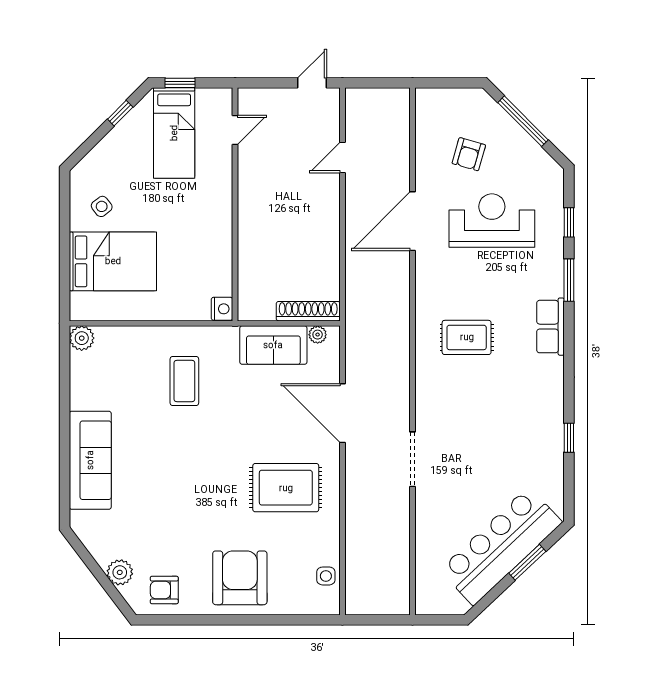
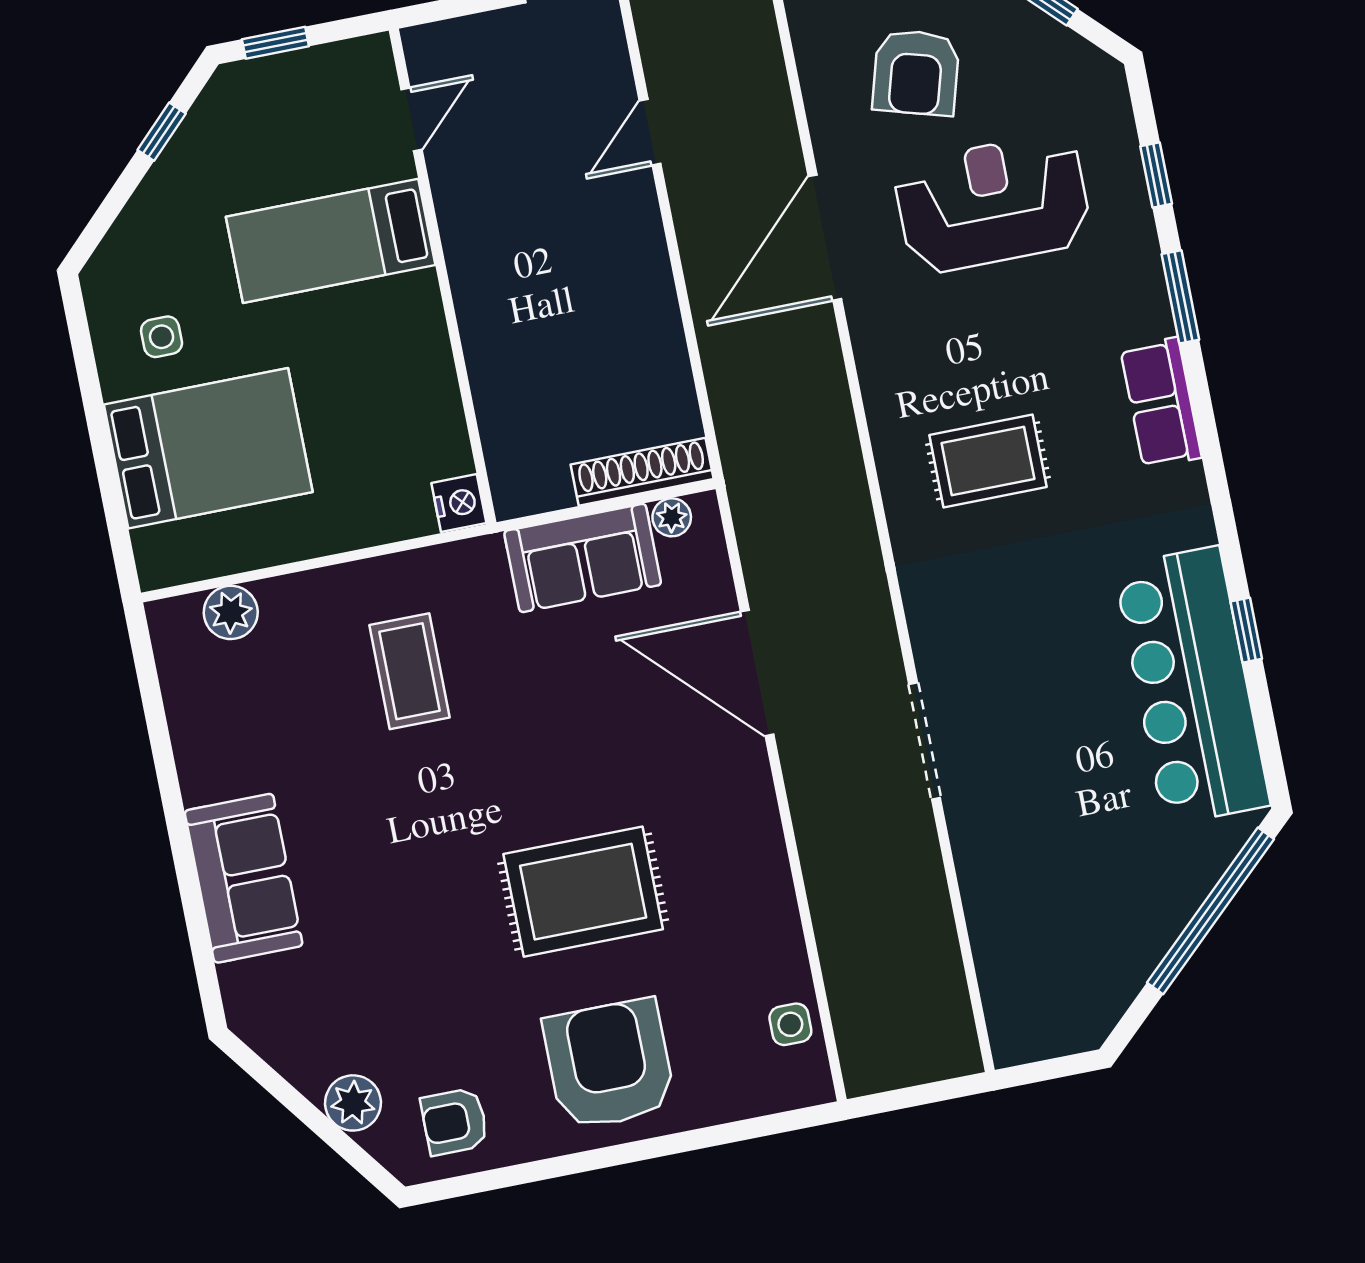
bed: (174, 133) -> (331, 241), moved, turned 90
armchair: (469, 154) -> (916, 73), width x1.38, depth x1.38
side table: (102, 206) -> (162, 337), turned 38
plant: (82, 338) -> (231, 612), moved
sofa: (90, 460) -> (244, 878), width x0.73
rug: (286, 488) -> (583, 892), moved
bar counter: (501, 546) -> (1192, 686), moved, turned -47
window: (527, 562) -> (1210, 911), width x2.11

